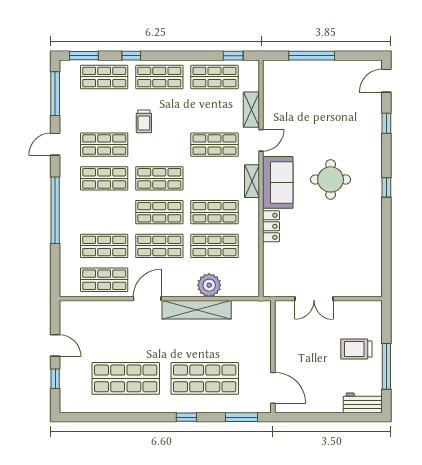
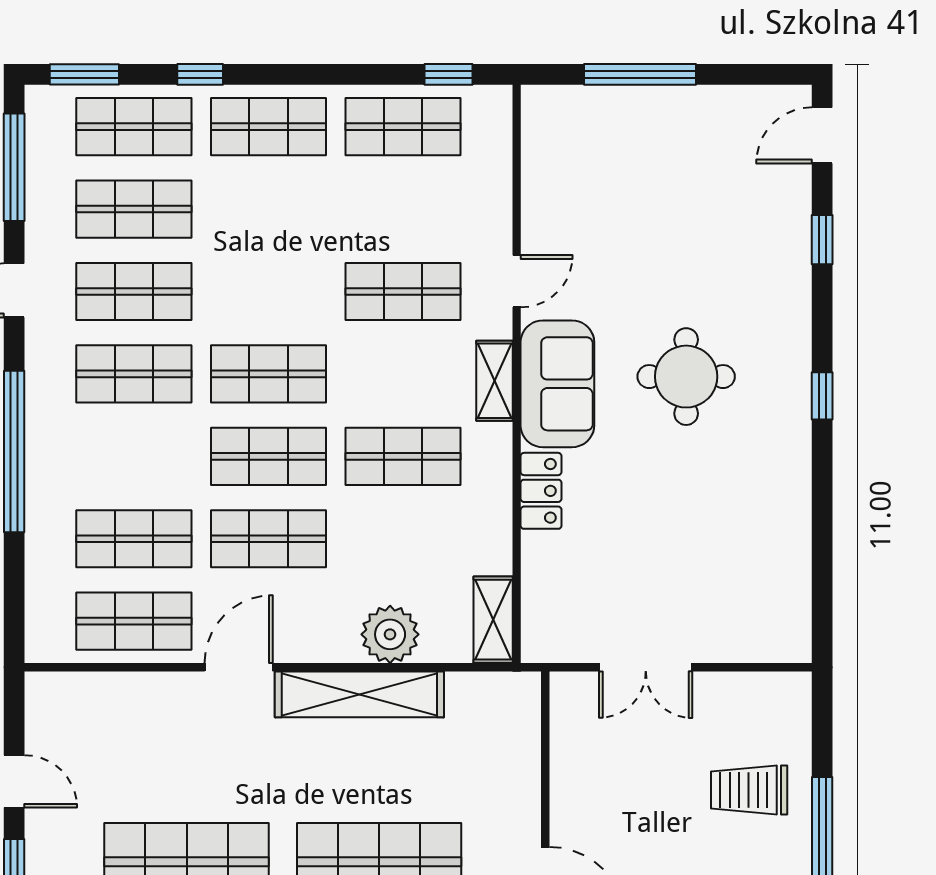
shelving: (251, 110) -> (493, 620), moved
trolley: (144, 121) -> (231, 235), removed
shop shelf: (214, 246) -> (134, 209), moved

